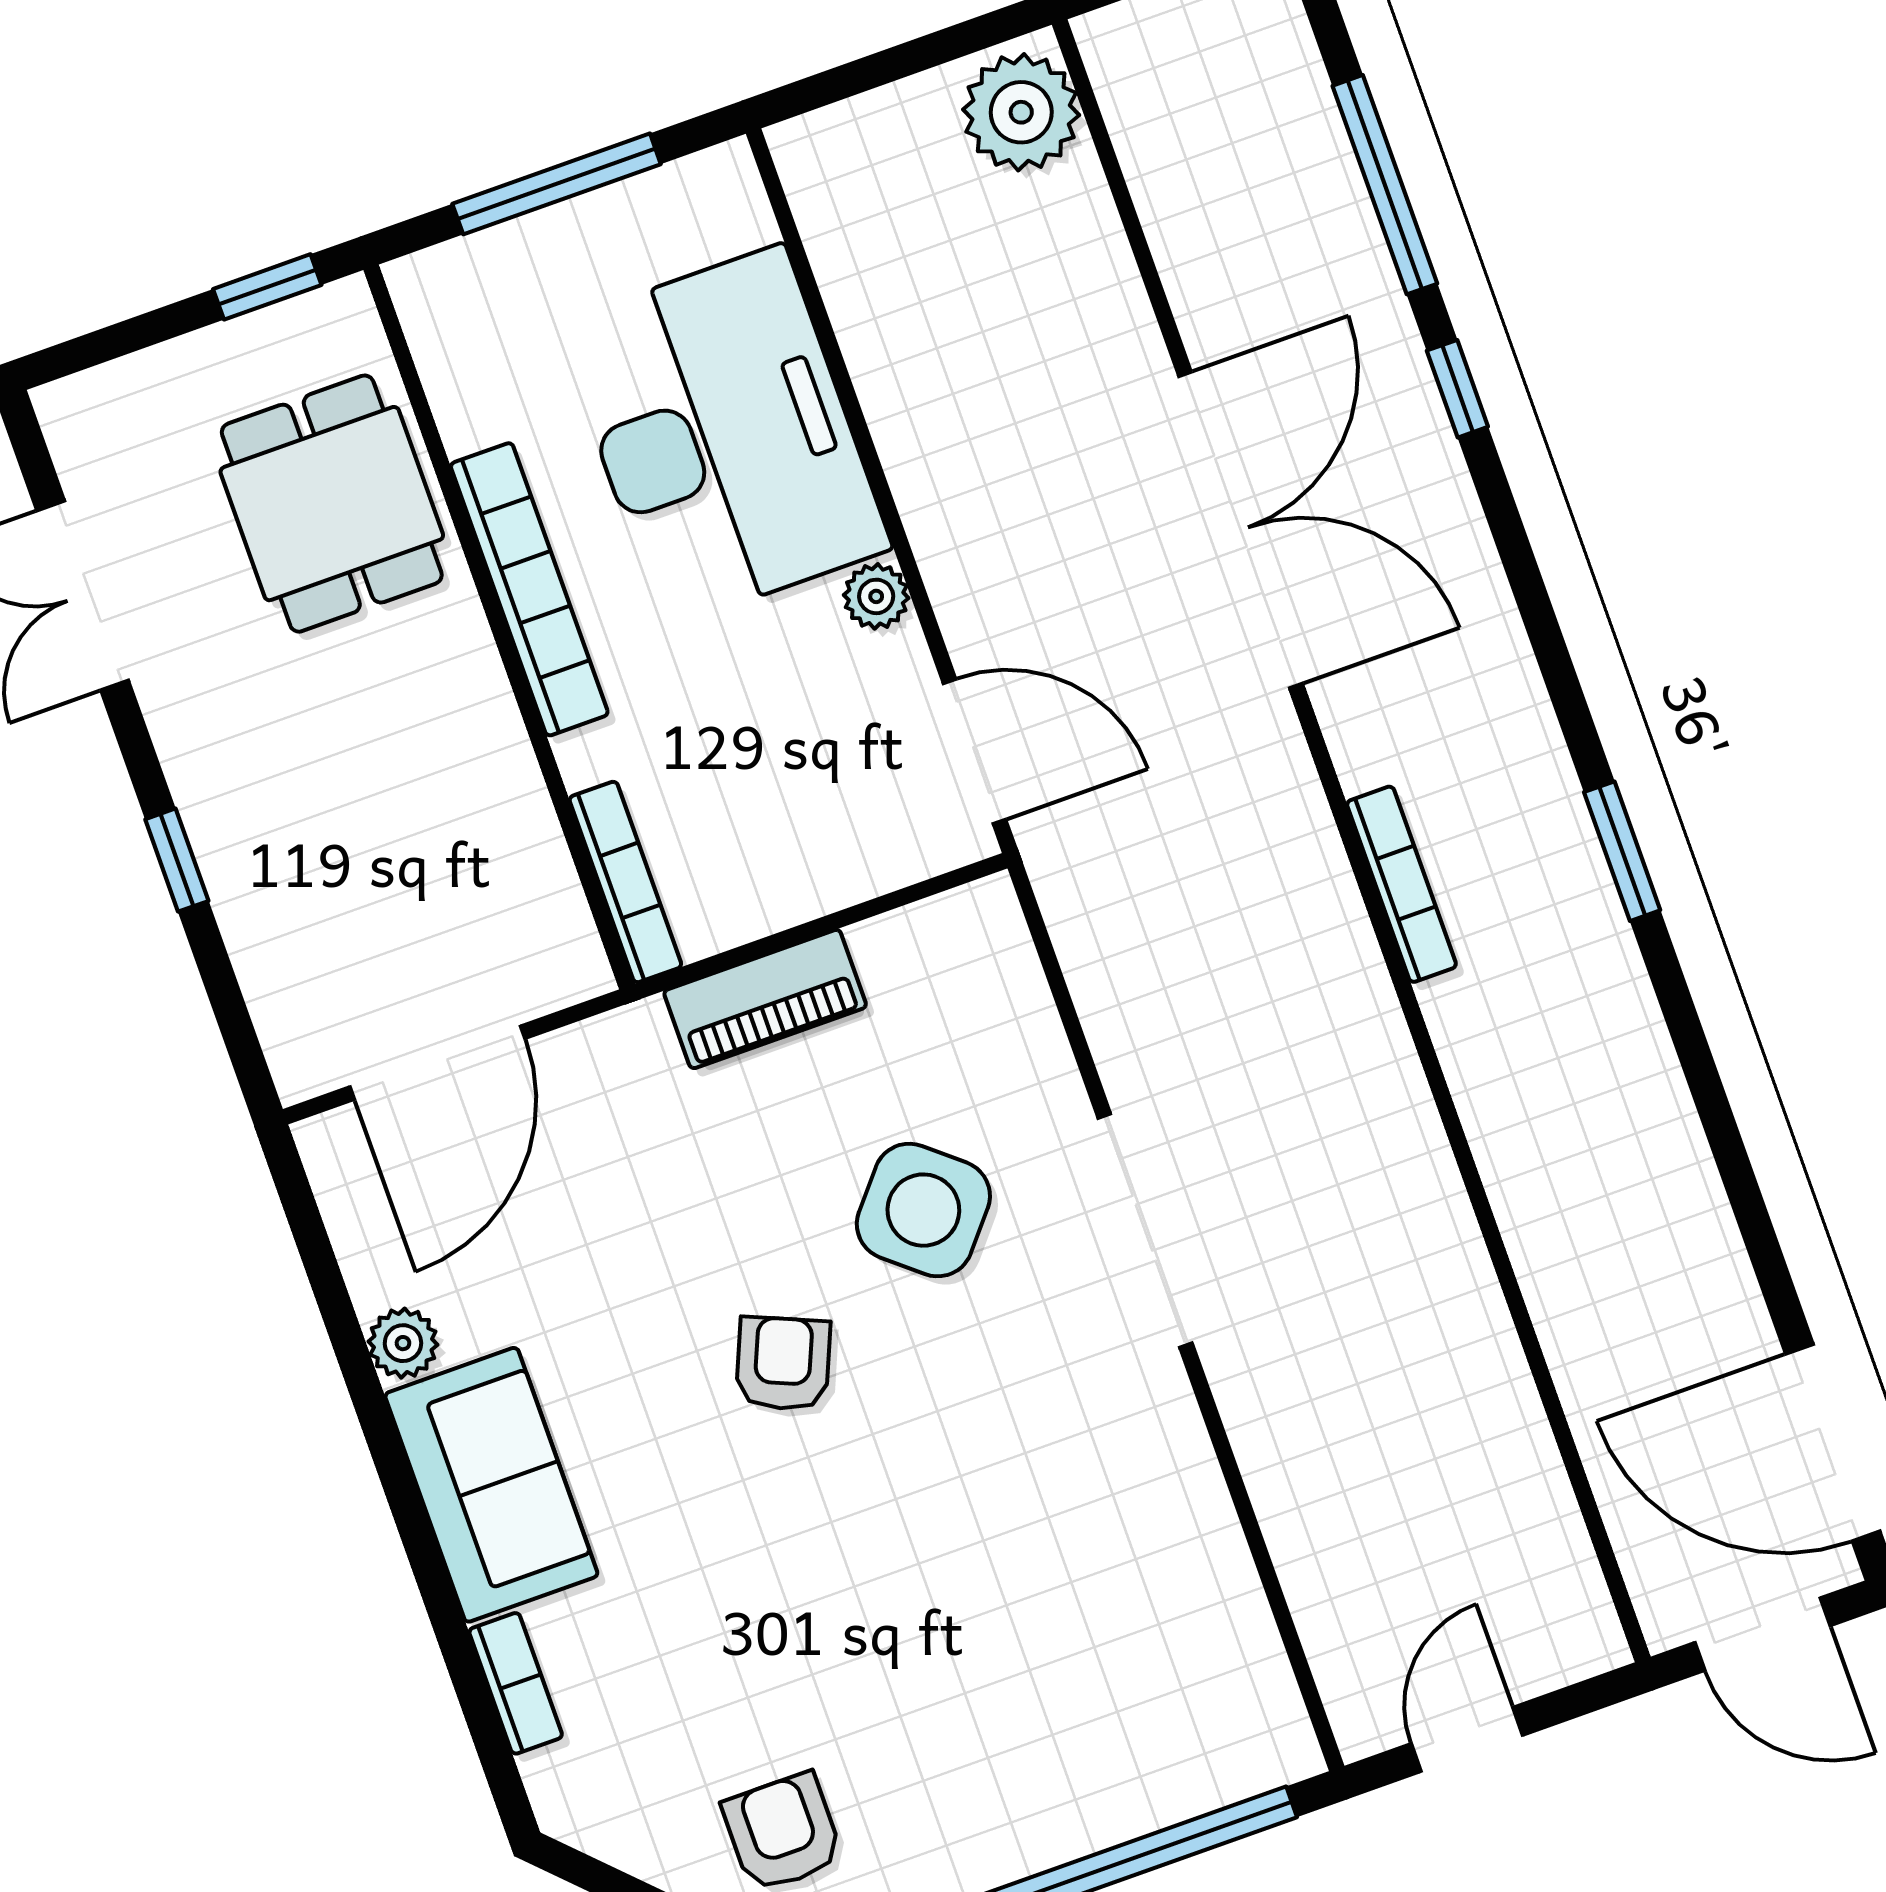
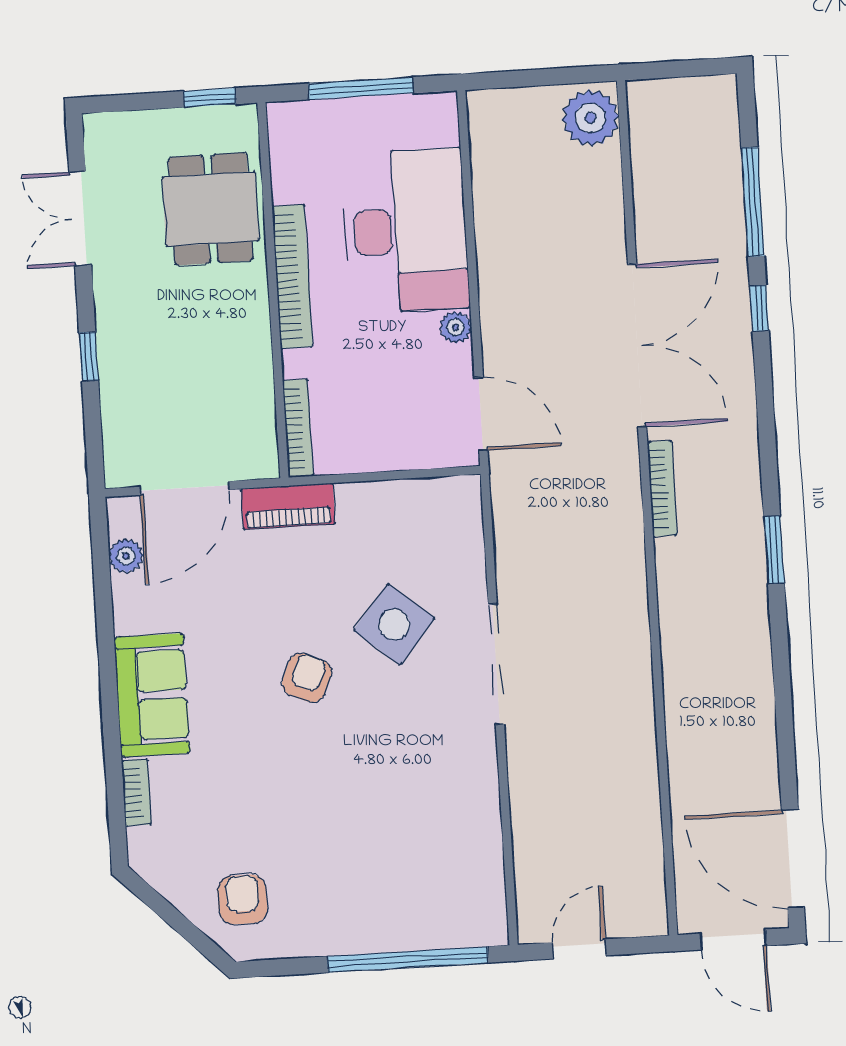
bookcase: (1402, 884) -> (662, 489), moved
piano: (765, 999) -> (288, 506), moved
plant: (403, 1343) -> (126, 556), moved

